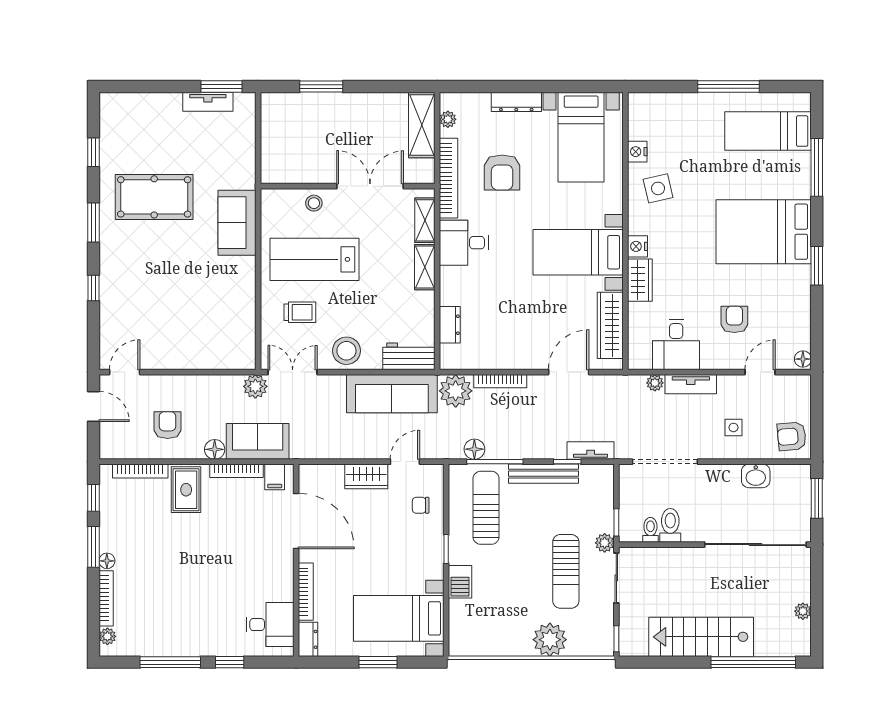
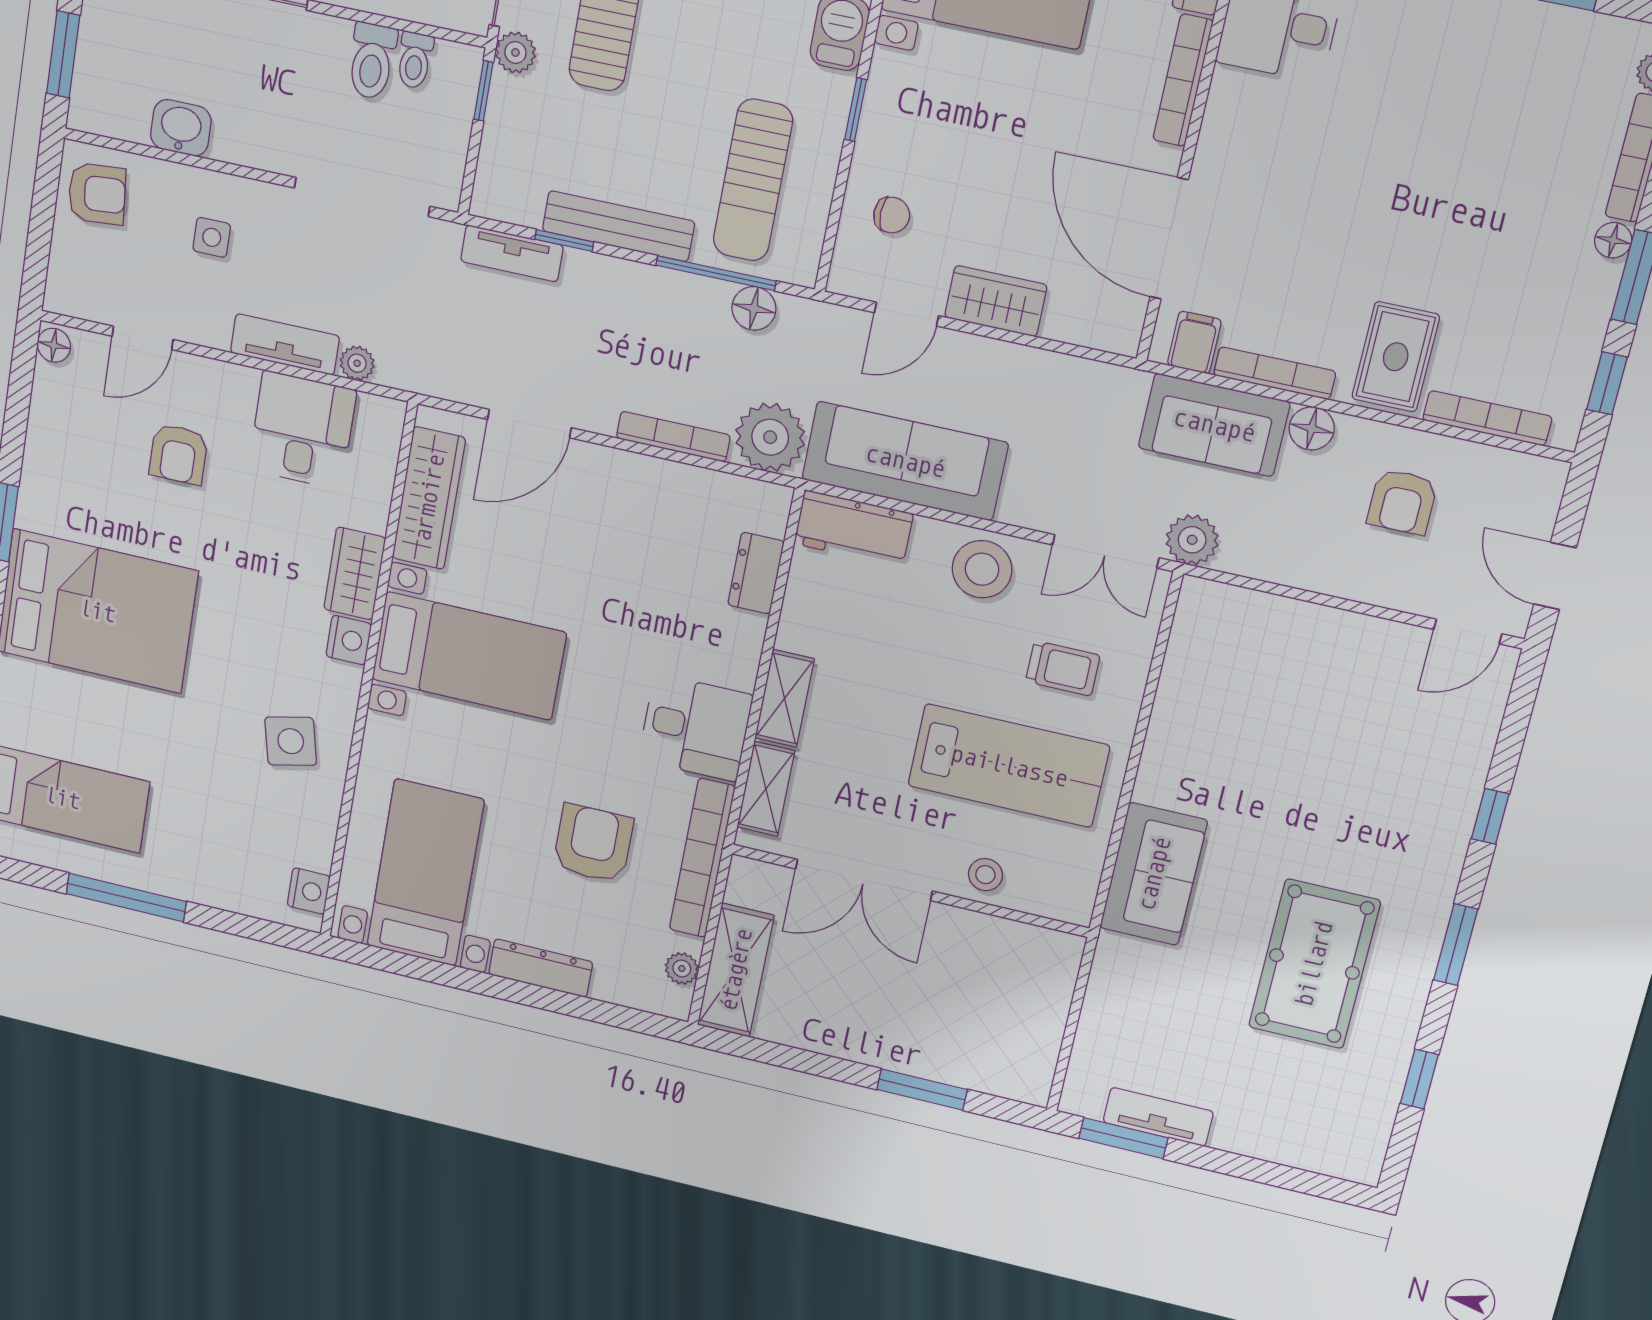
nightstand: (637, 152) -> (309, 891), moved
pool table: (154, 197) -> (1314, 964), turned 90
trolley: (300, 312) -> (1063, 668), turned 180

